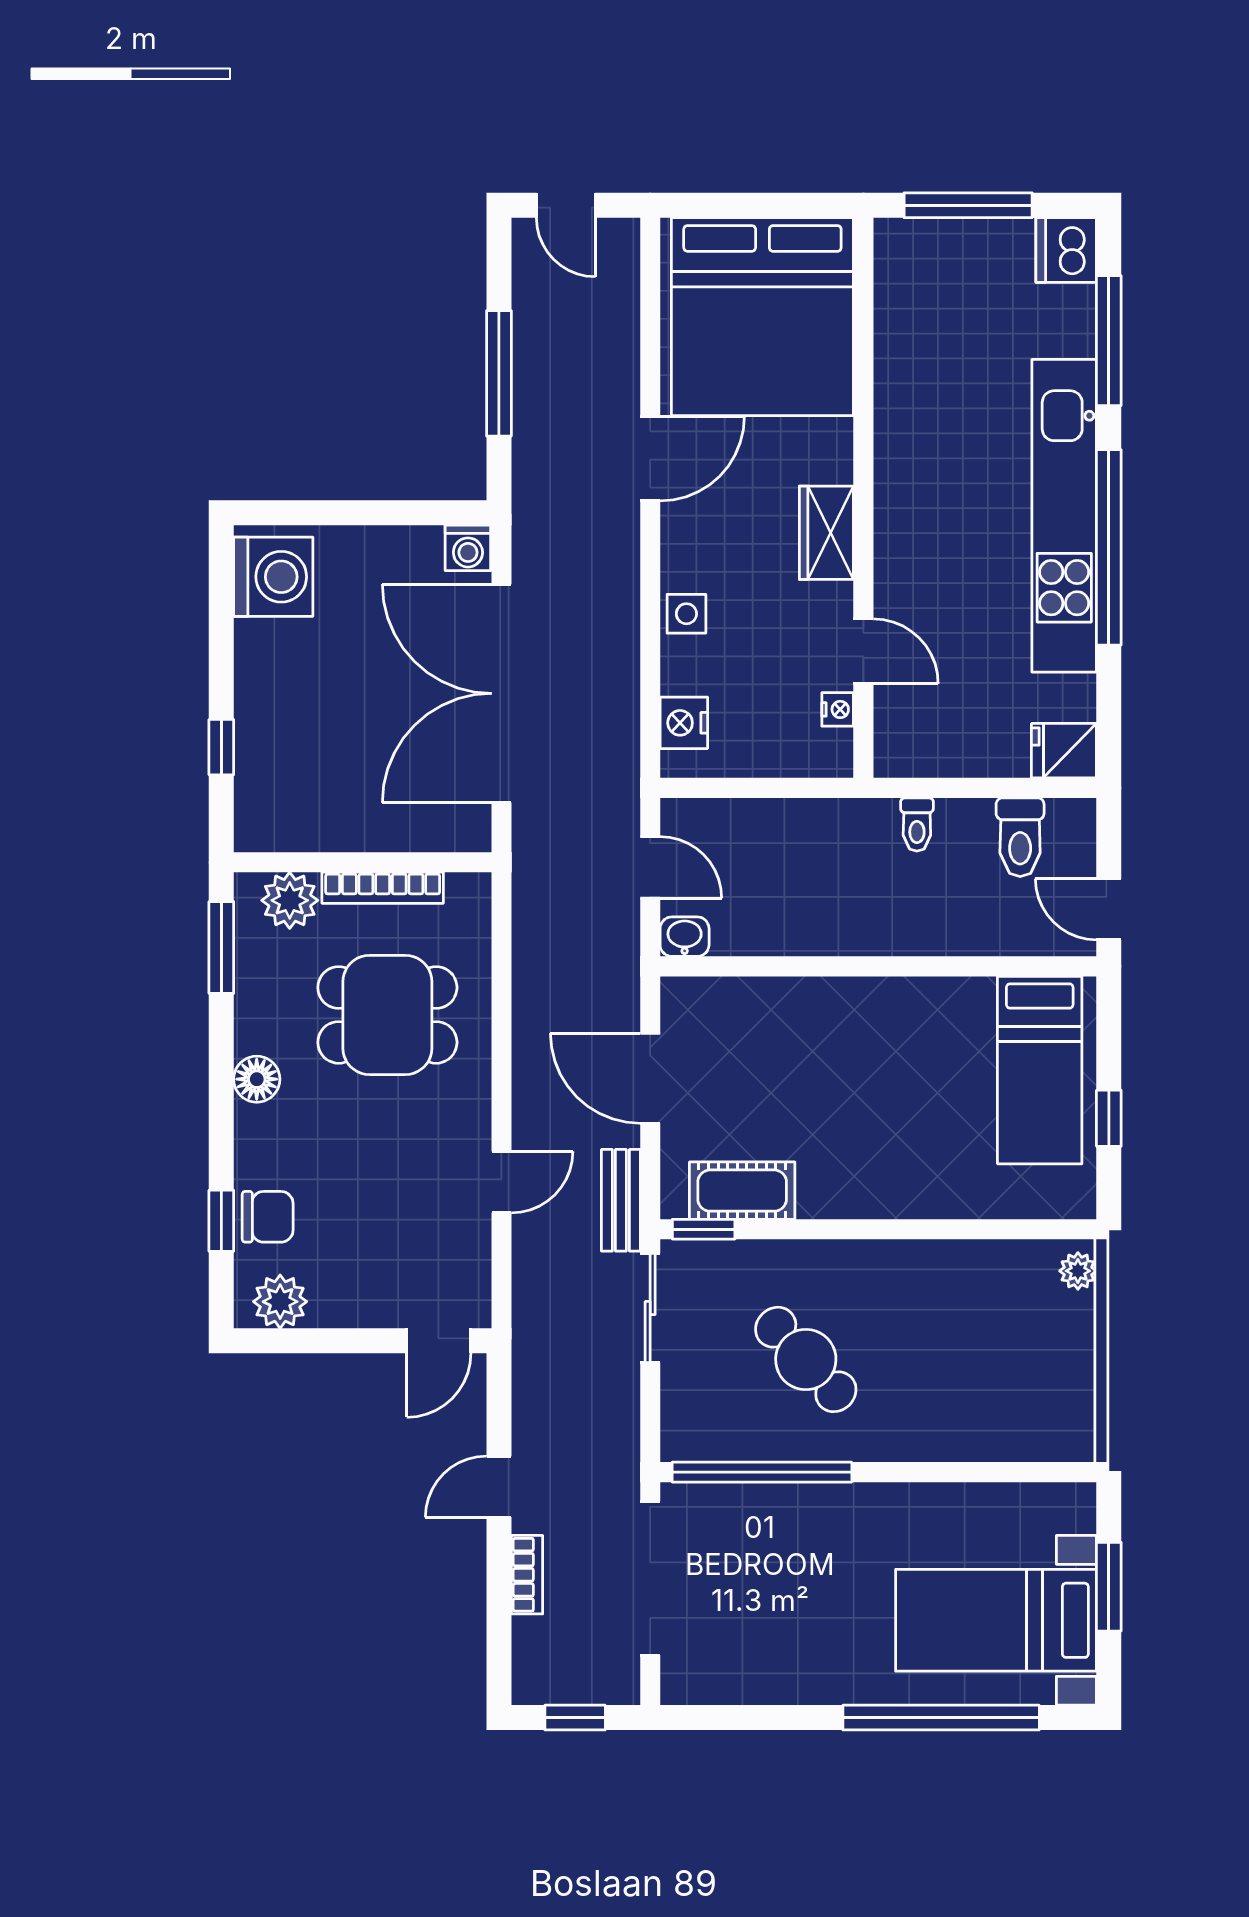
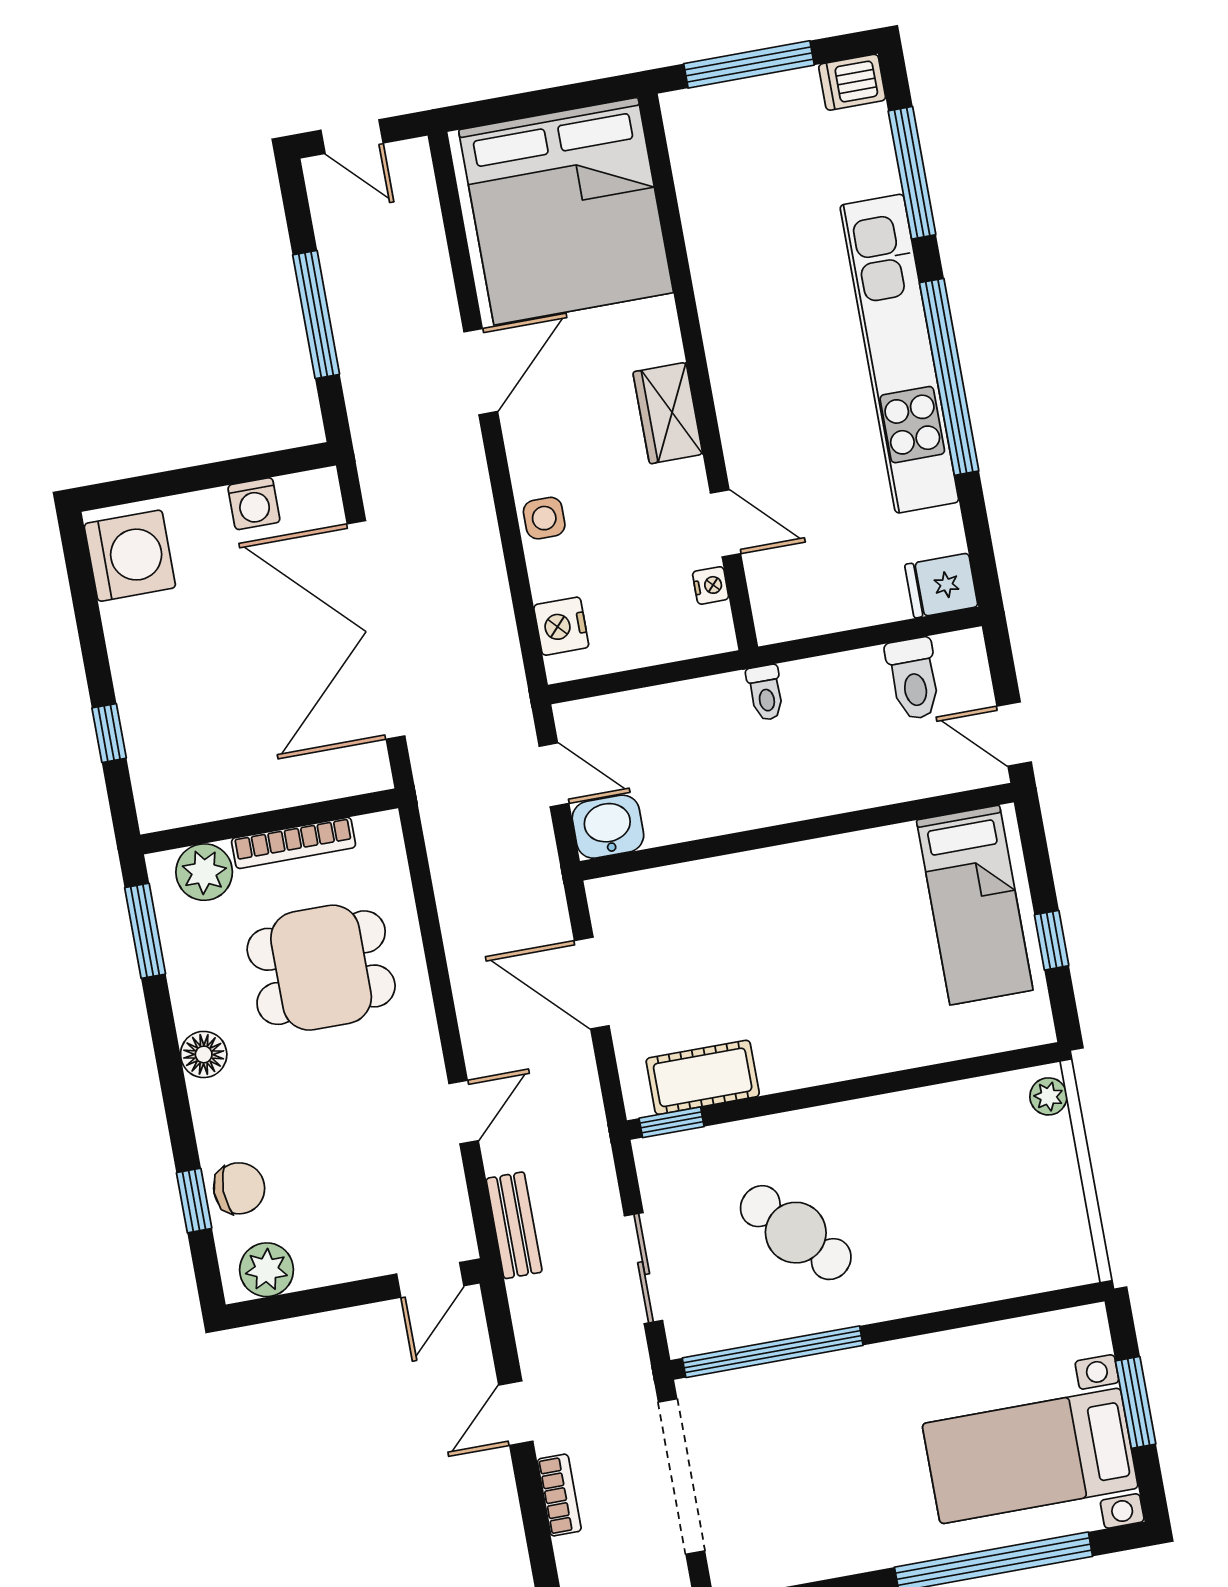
dishwasher: (1066, 250) -> (852, 82), width x0.73
washing machine: (468, 548) -> (254, 504), moved
toilet: (917, 825) -> (766, 693), moved
washbasin: (685, 937) -> (608, 827), width x1.38, depth x1.45
bench: (621, 1200) -> (514, 1225), moved
sliding door: (650, 1308) -> (644, 1268), moved

